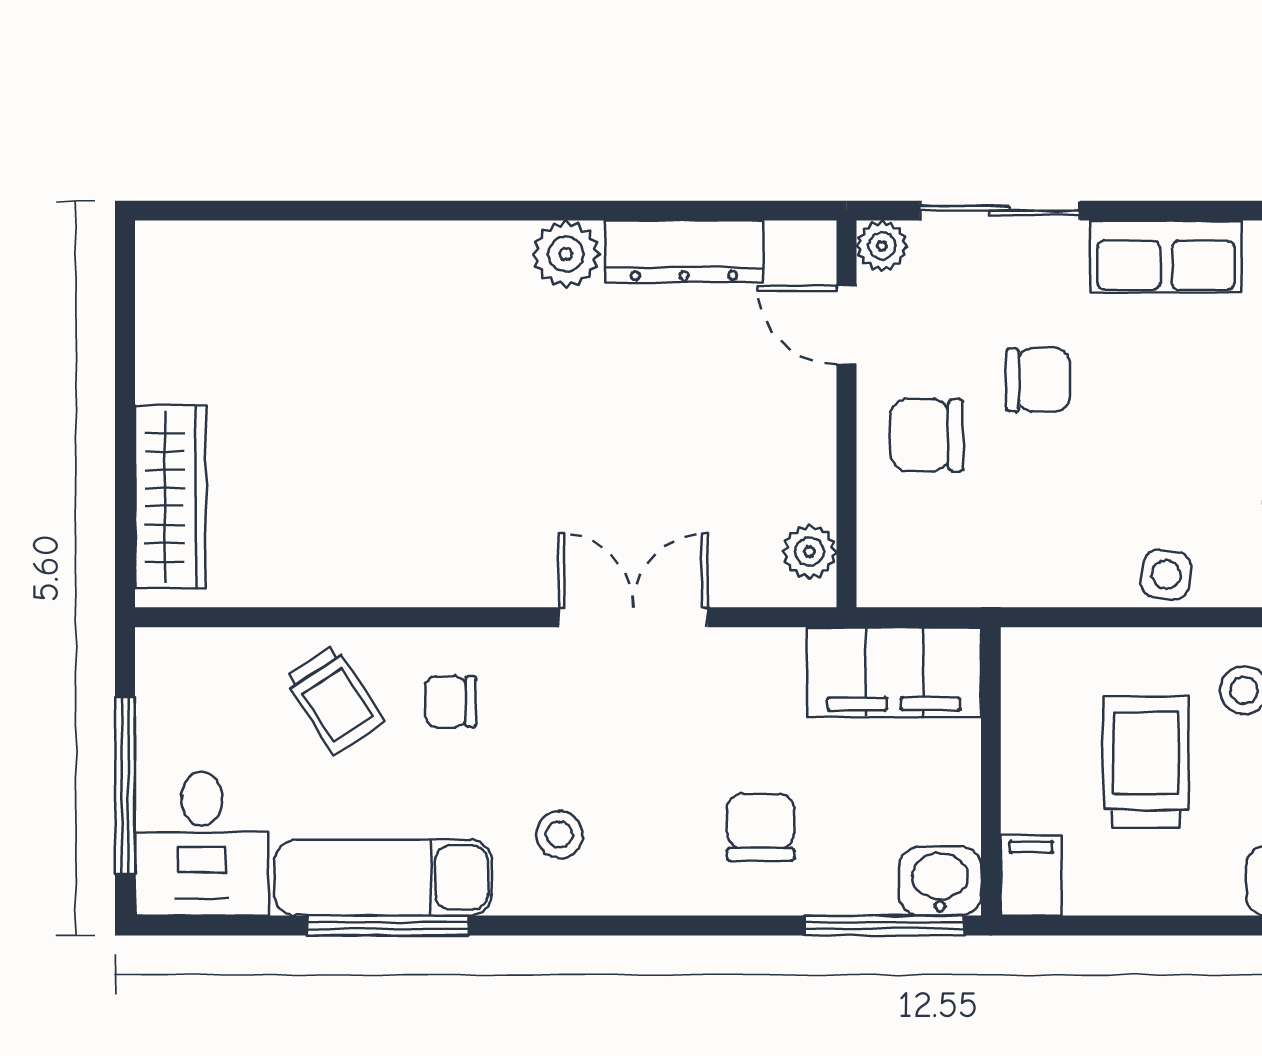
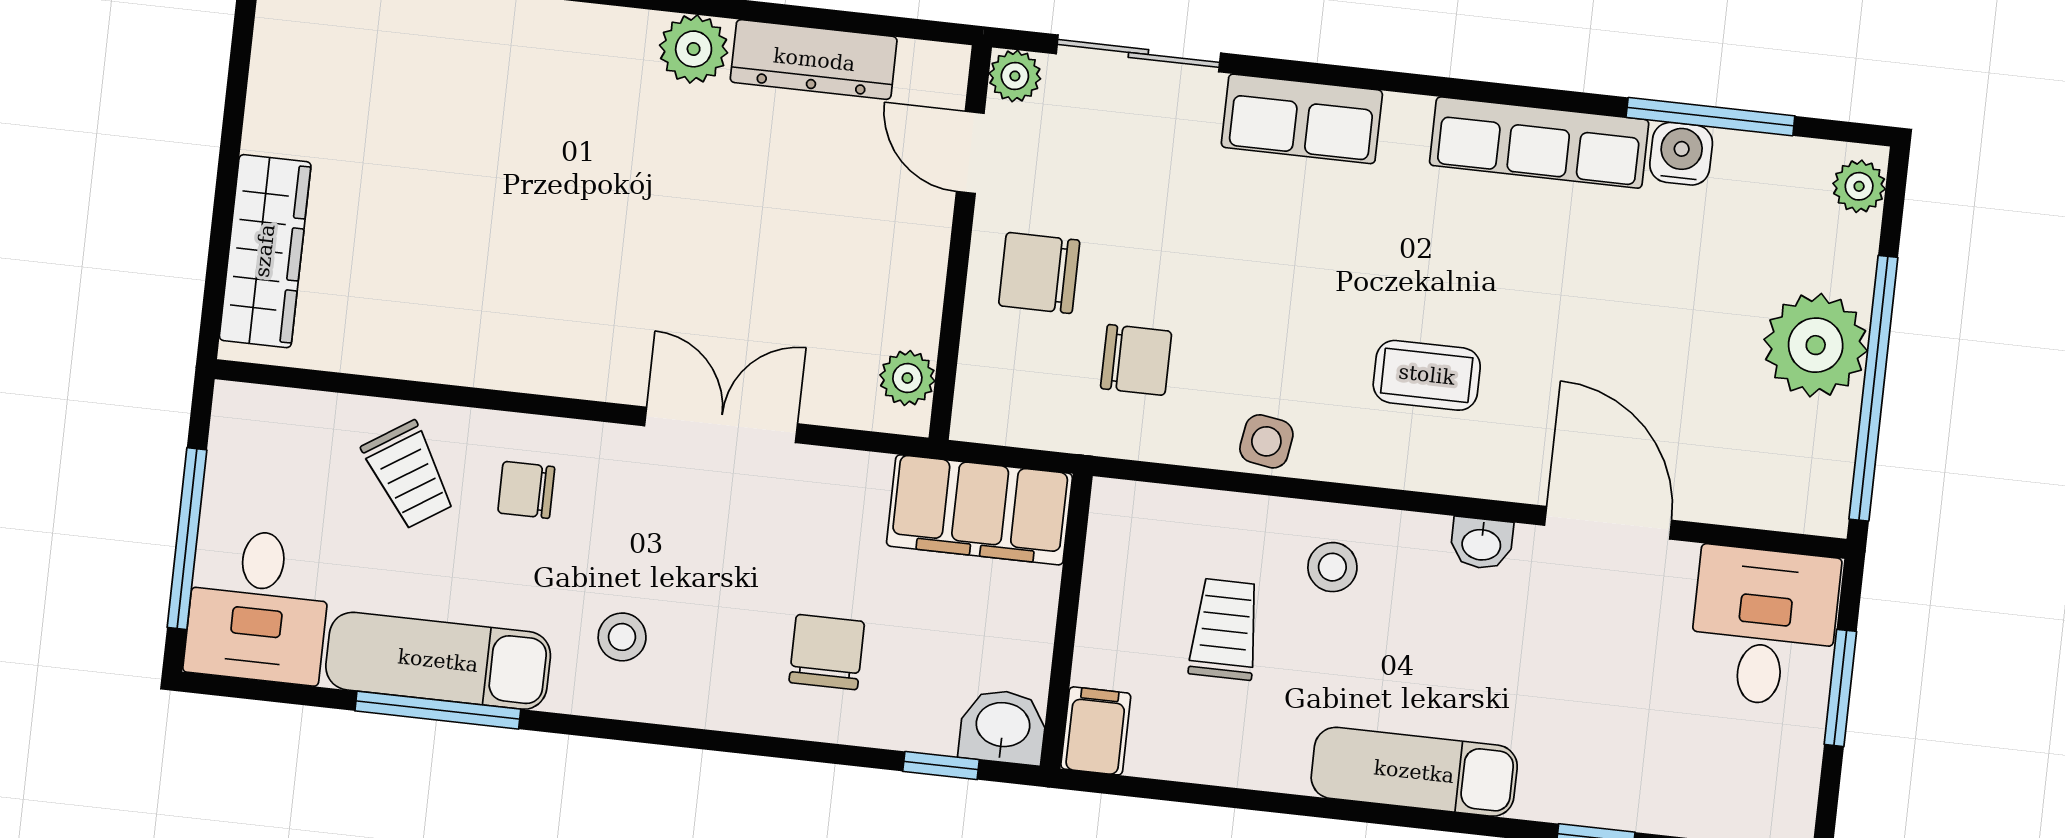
chair: (1038, 380) -> (1136, 360), moved
trolley: (1146, 762) -> (1225, 629), width x0.73, depth x0.72
window: (884, 926) -> (941, 766), width x0.46

